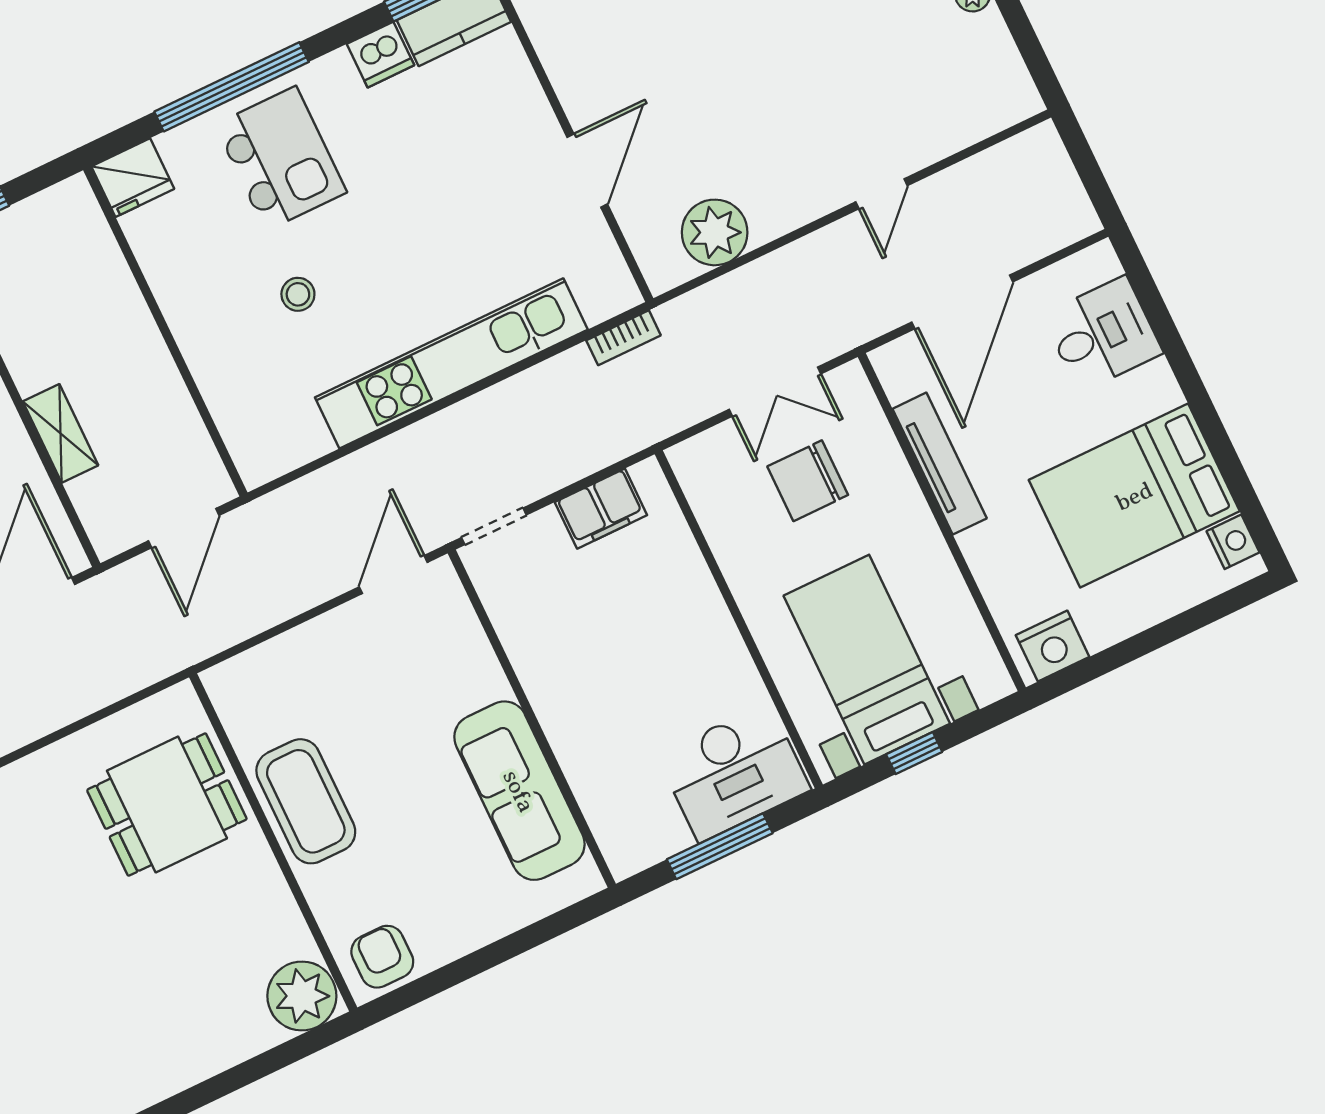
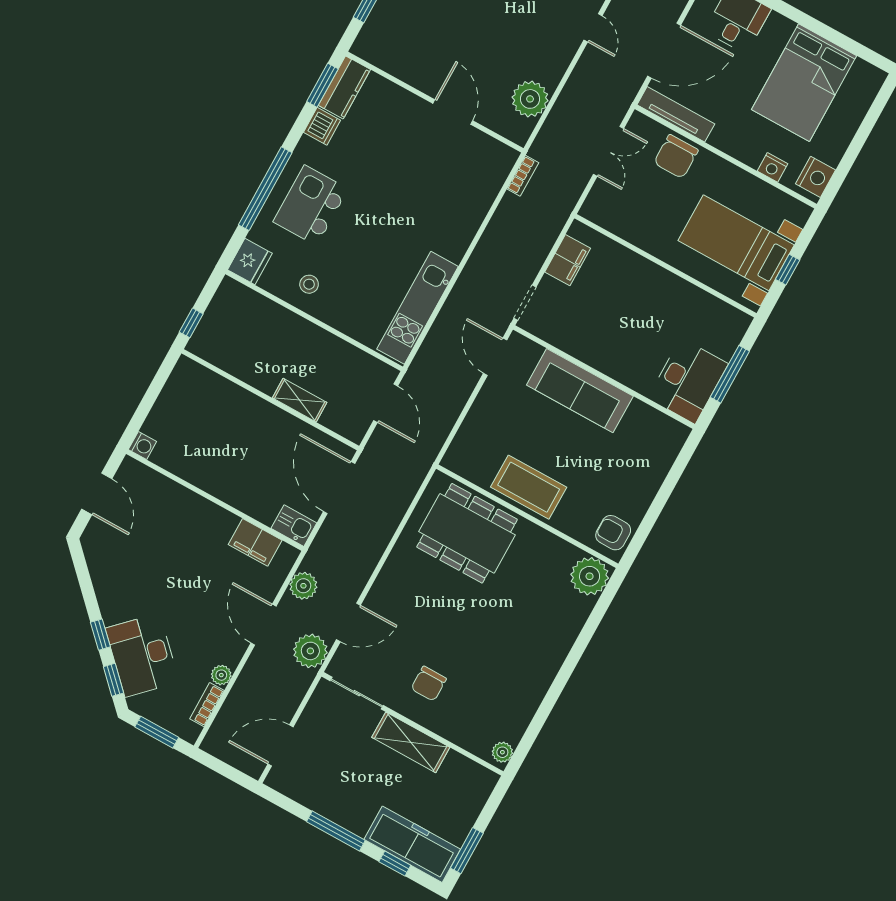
kitchen island: (281, 159) -> (311, 205), turned -90
stool: (298, 294) -> (309, 284), moved
door: (962, 302) -> (664, 51), hinge flipped
kitchen unit: (451, 363) -> (418, 308), moved, width x0.73
tv unit: (940, 464) -> (676, 114), moved
chair: (808, 481) -> (676, 157), moved
nightstand: (1233, 542) -> (772, 167), moved, turned 180
desk: (734, 773) -> (688, 381), moved
sofa: (519, 791) -> (580, 391), moved
dining table: (167, 805) -> (467, 533), width x1.38

